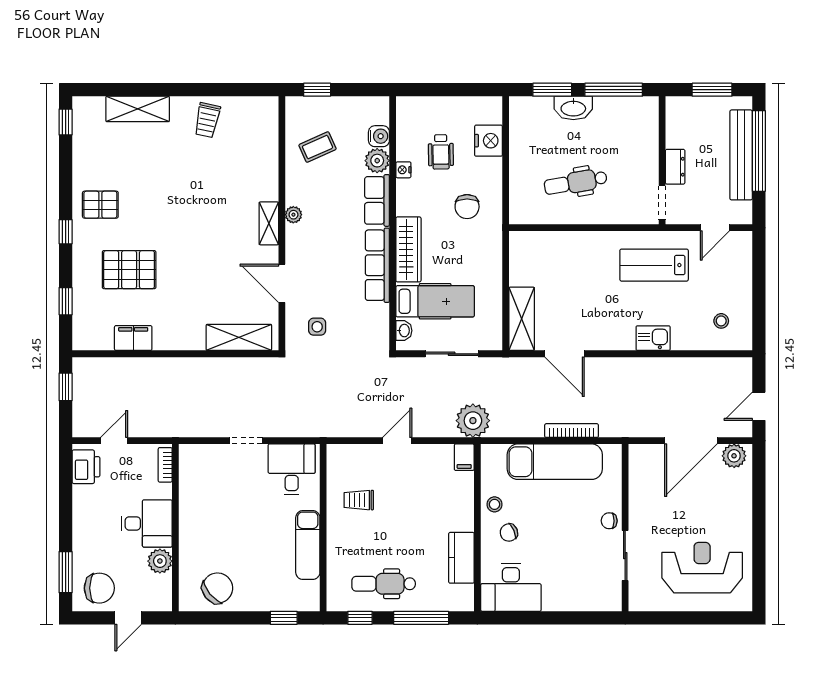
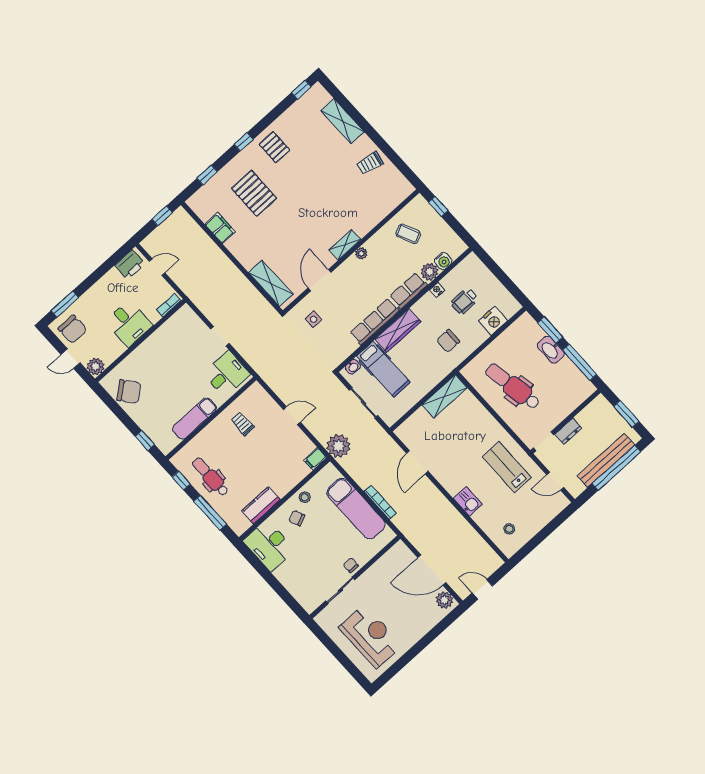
dental chair: (576, 182) -> (513, 386), width x1.36, depth x1.38
shelving: (522, 319) -> (445, 396), moved
plant: (160, 561) -> (96, 366), moved

